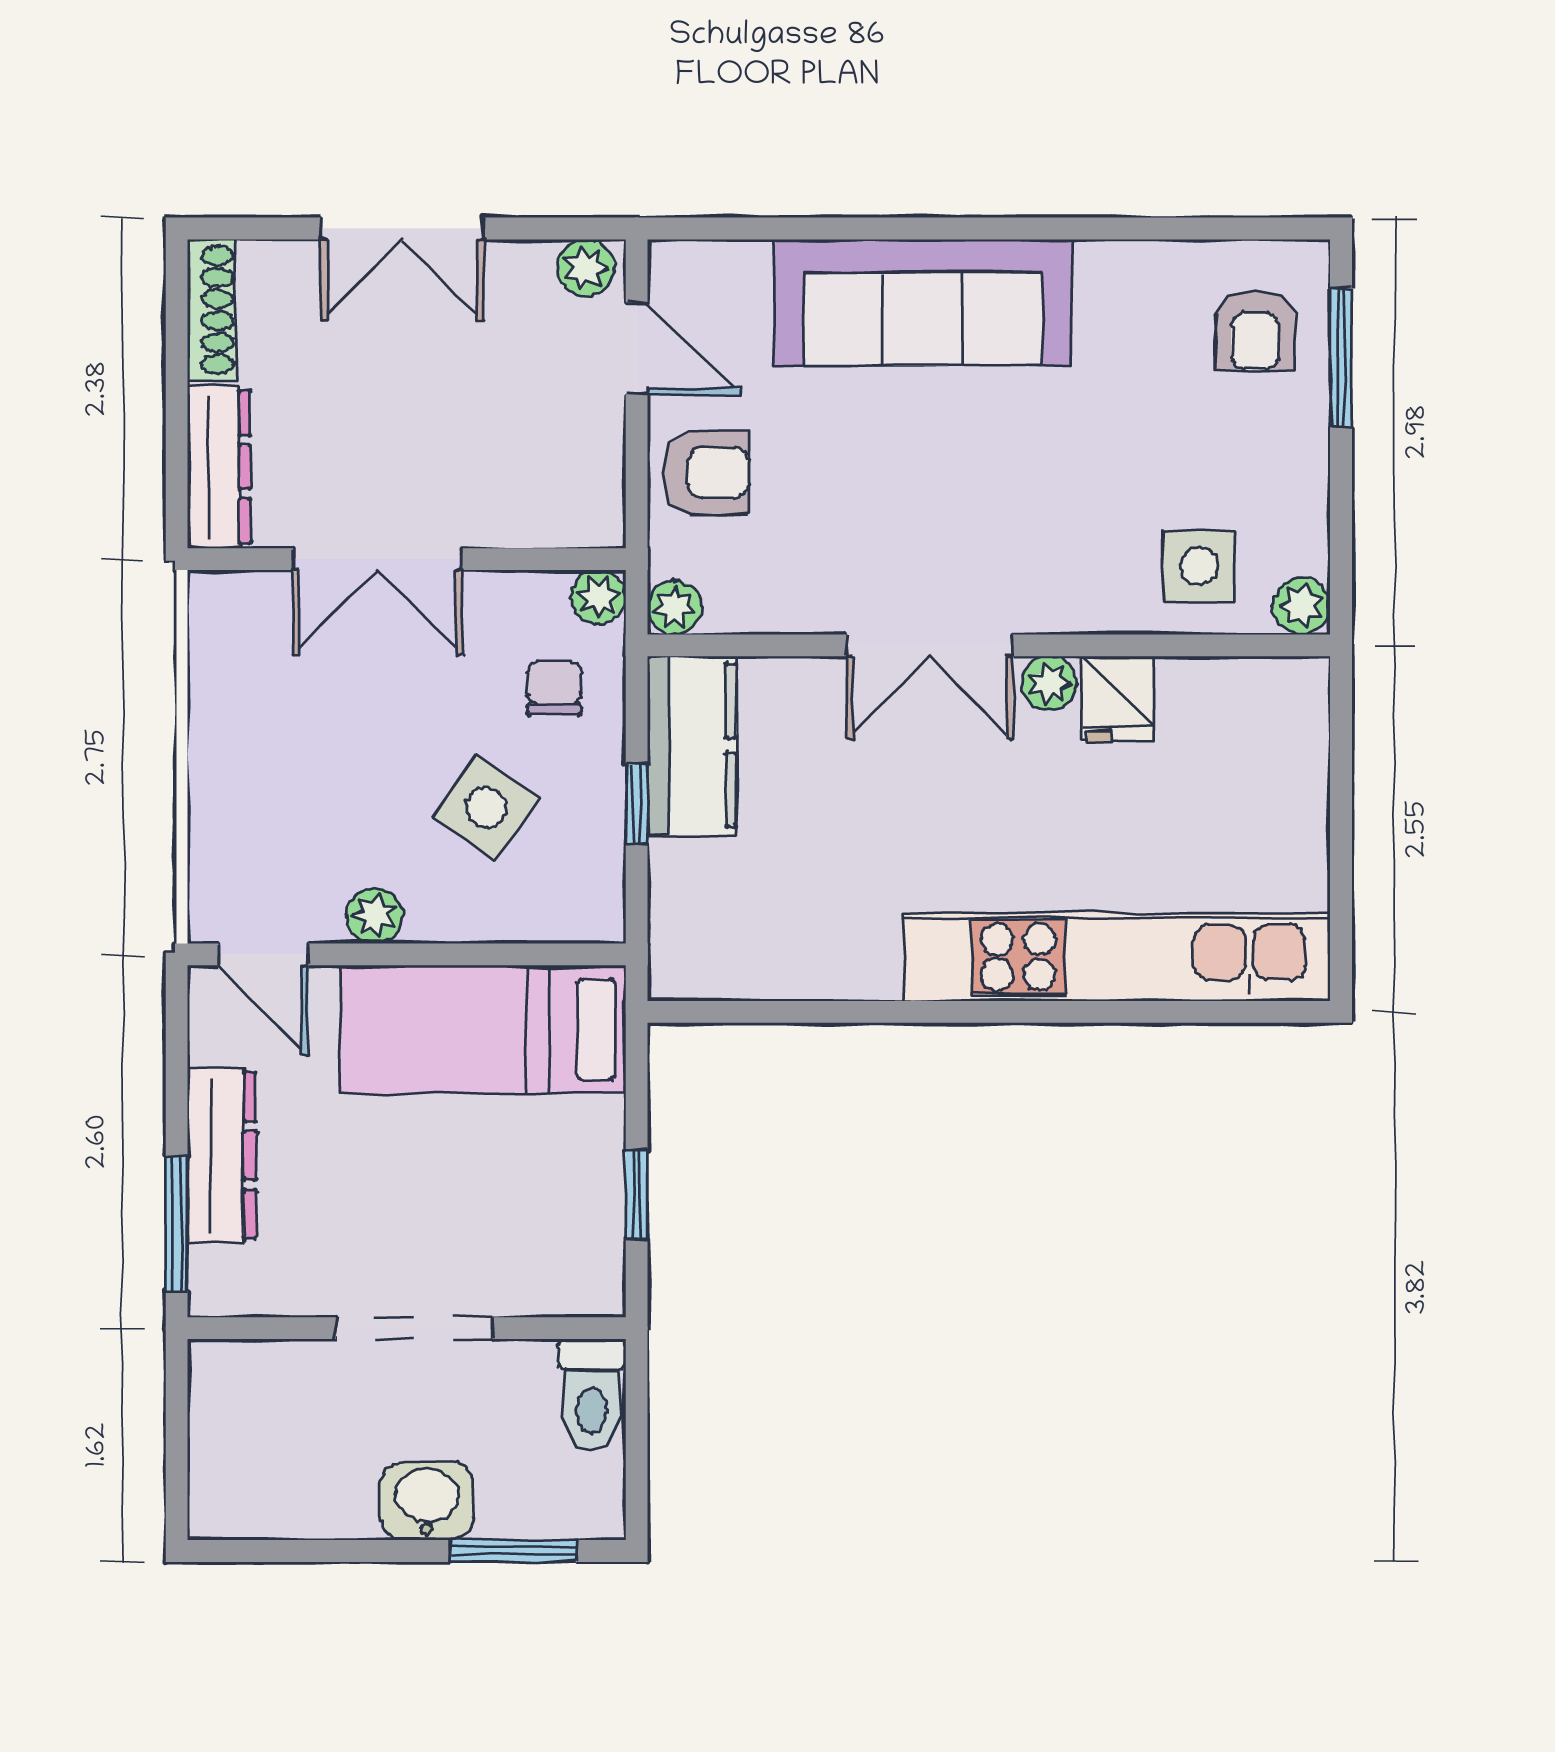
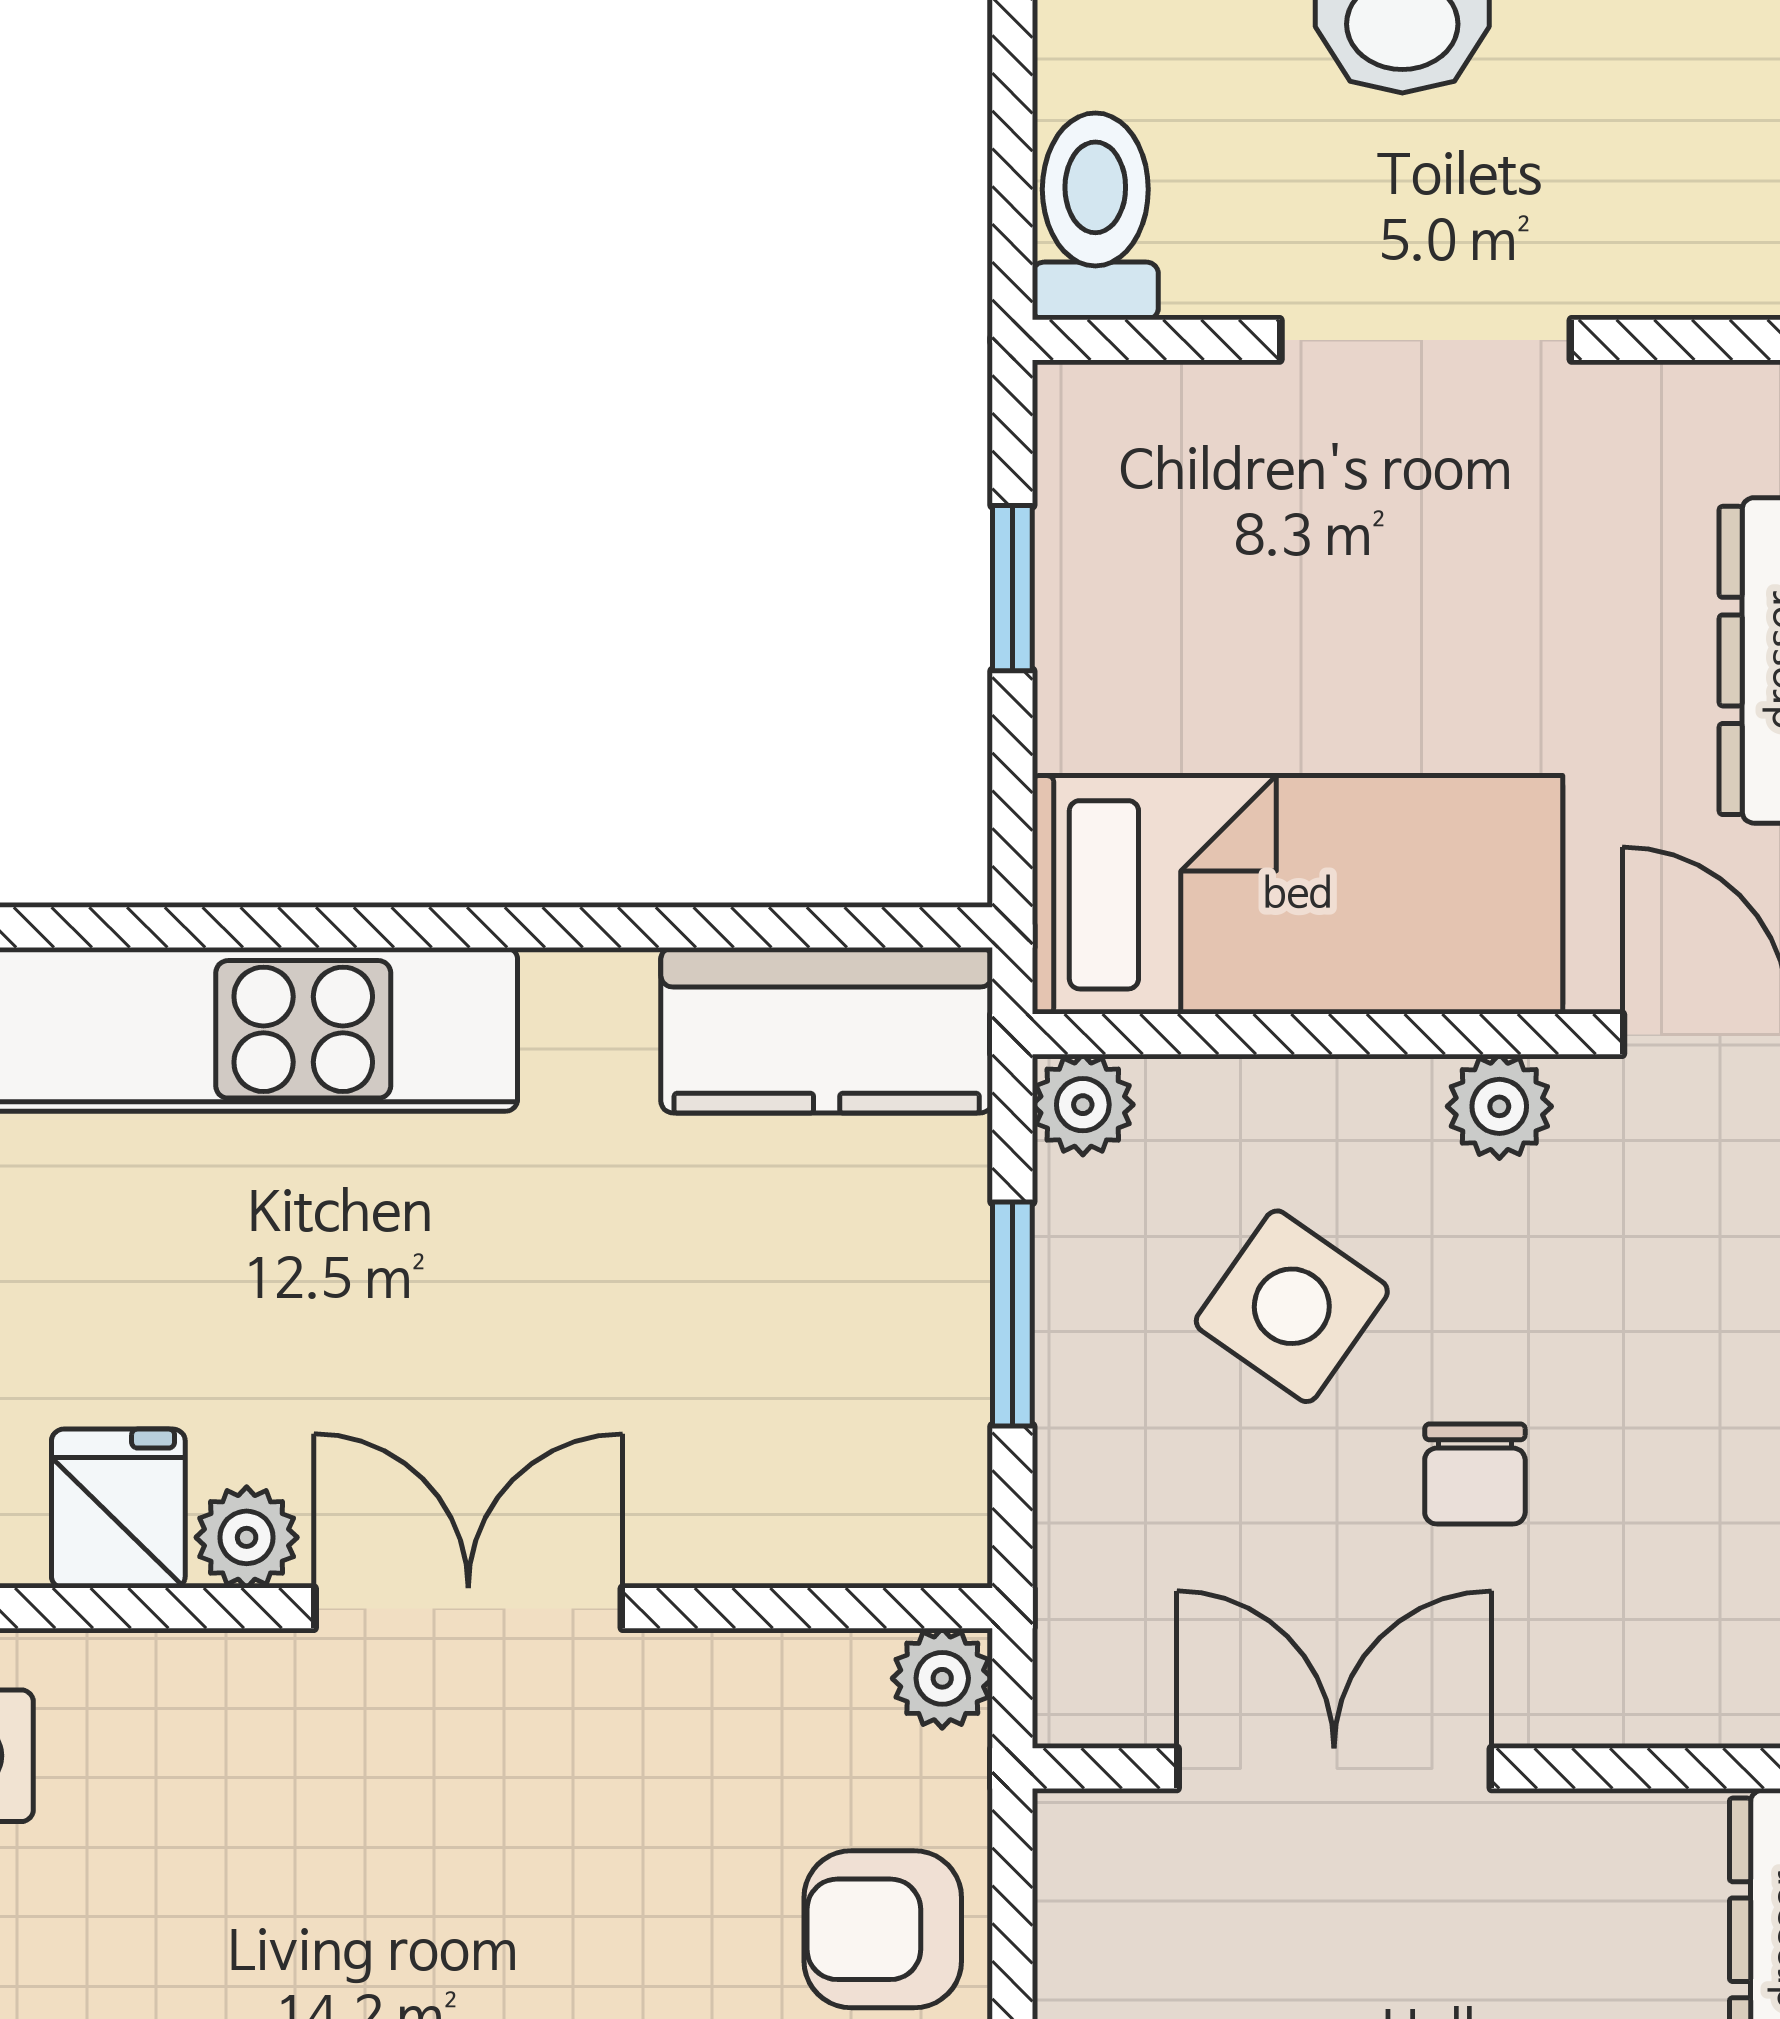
double door: (378, 559) -> (1334, 1768), moved
plant: (599, 597) -> (1083, 1105), moved
chair: (554, 688) -> (1475, 1474), moved
kitchen counter: (692, 745) -> (827, 1030), moved, turned -90
window: (637, 804) -> (1012, 1314), width x1.50

